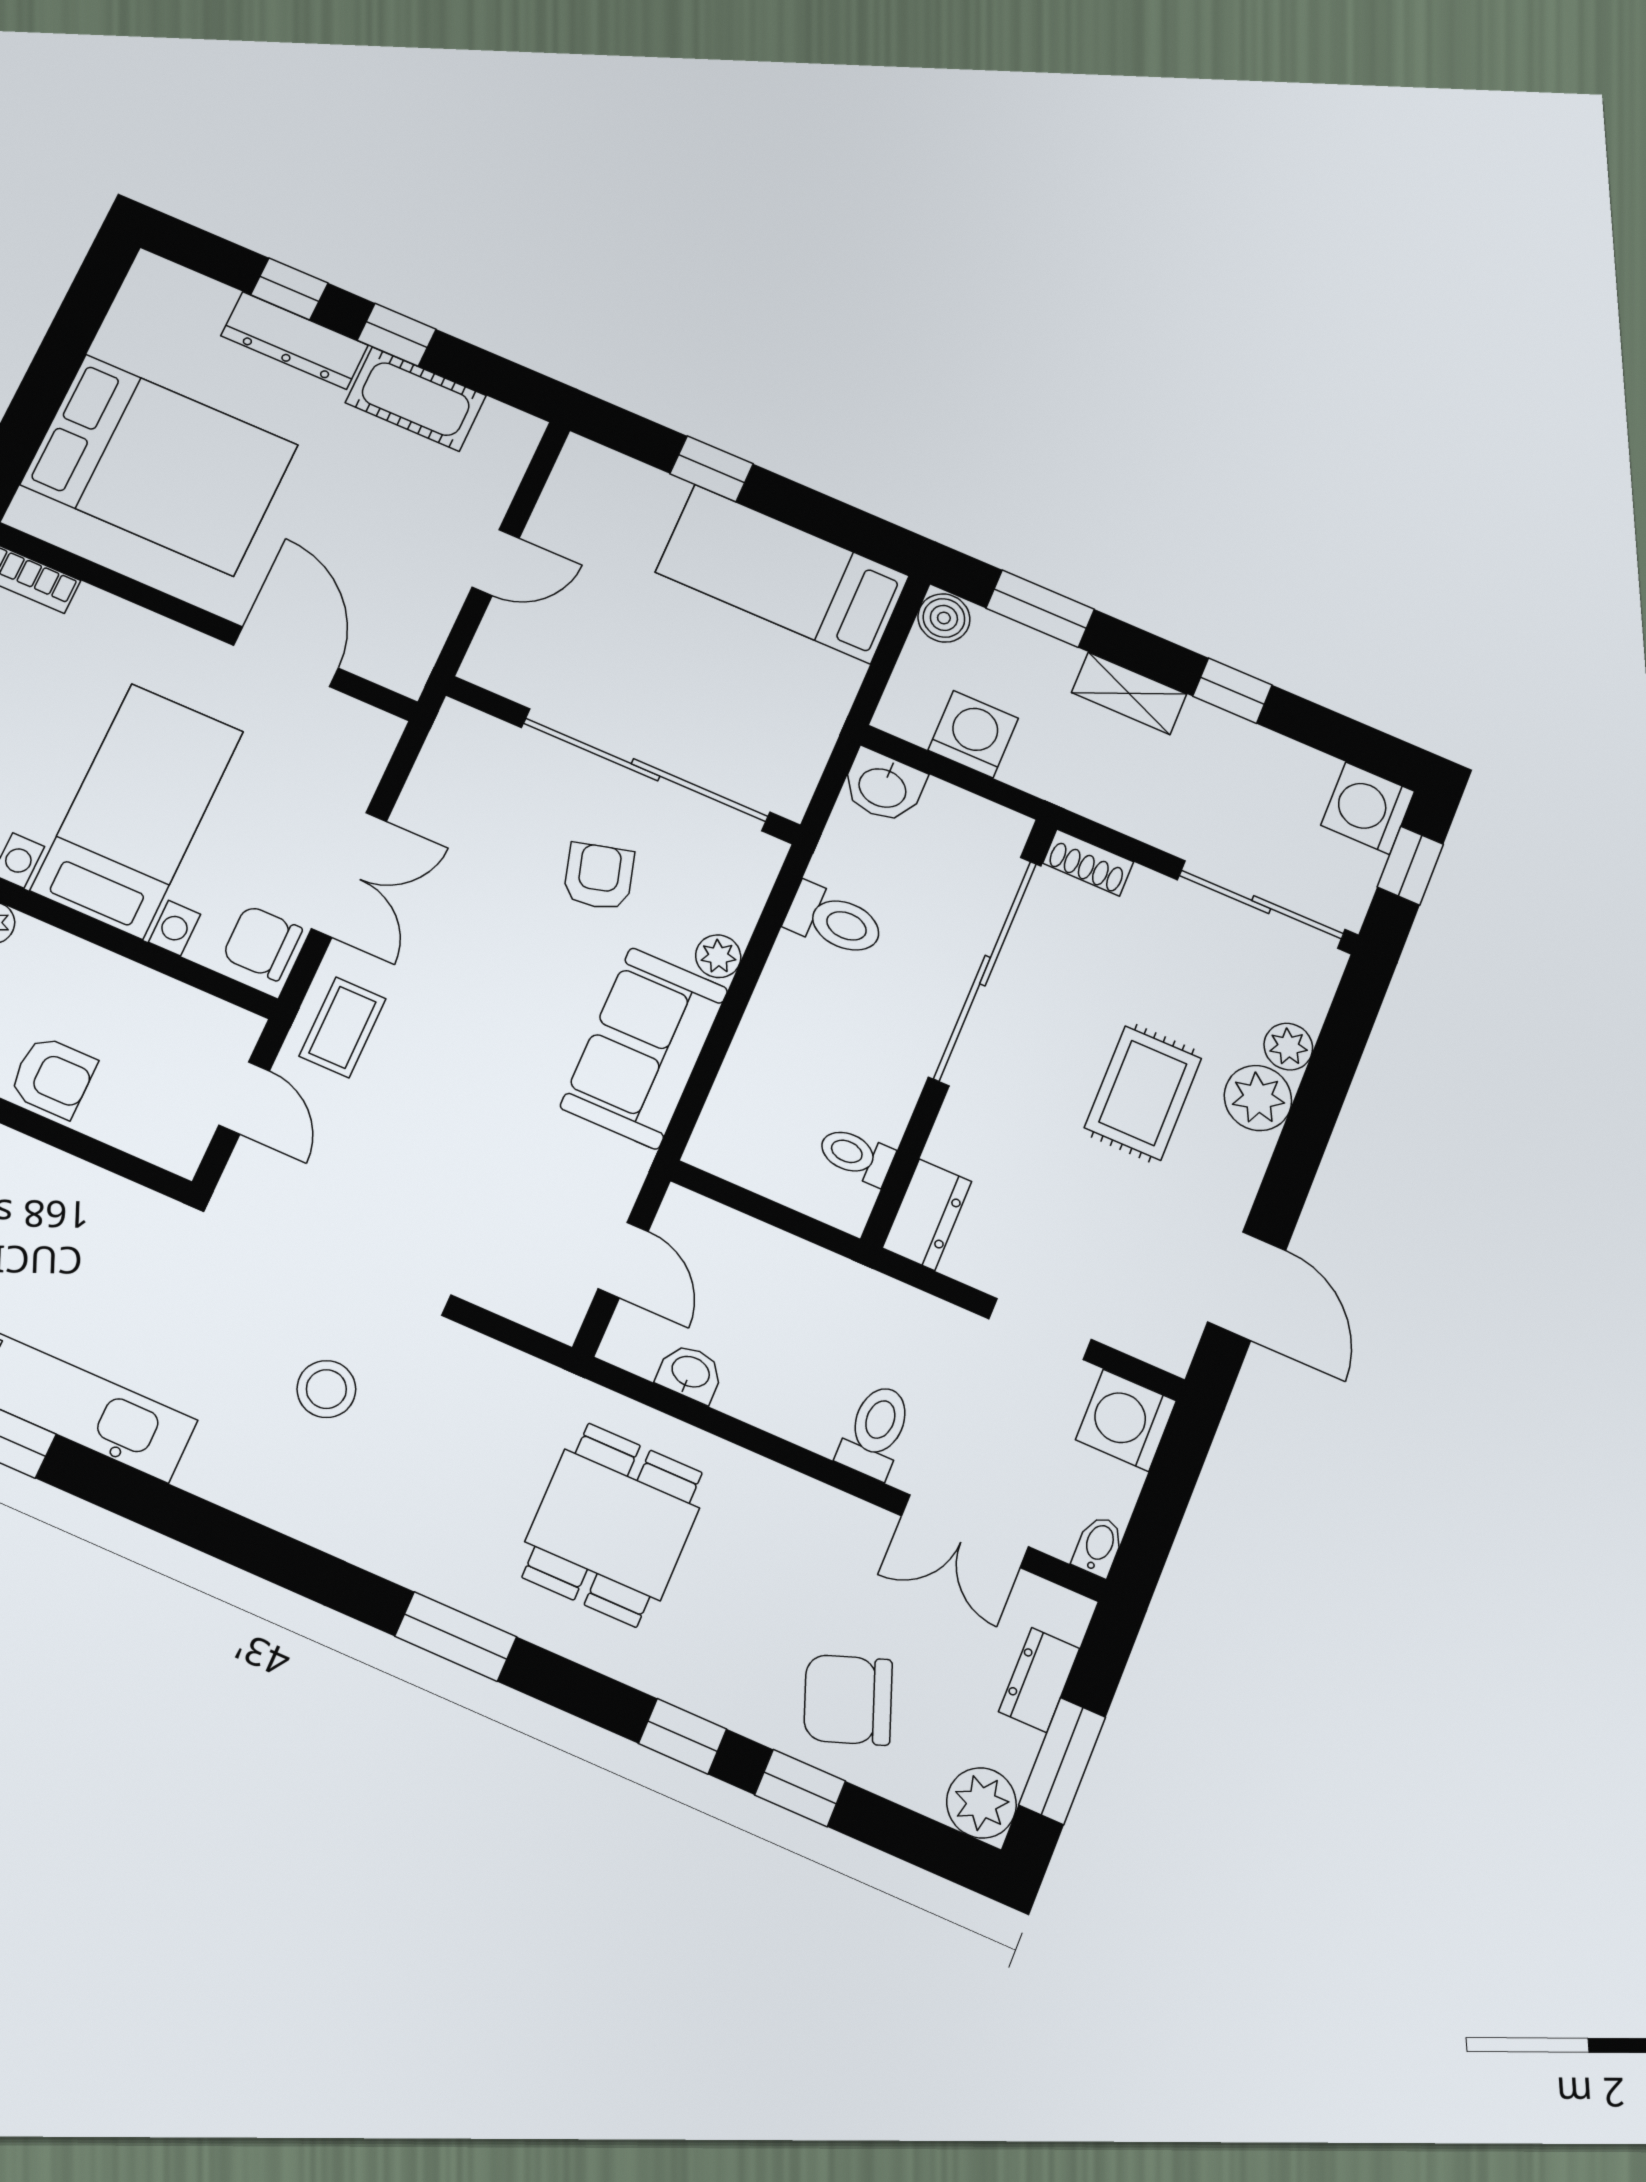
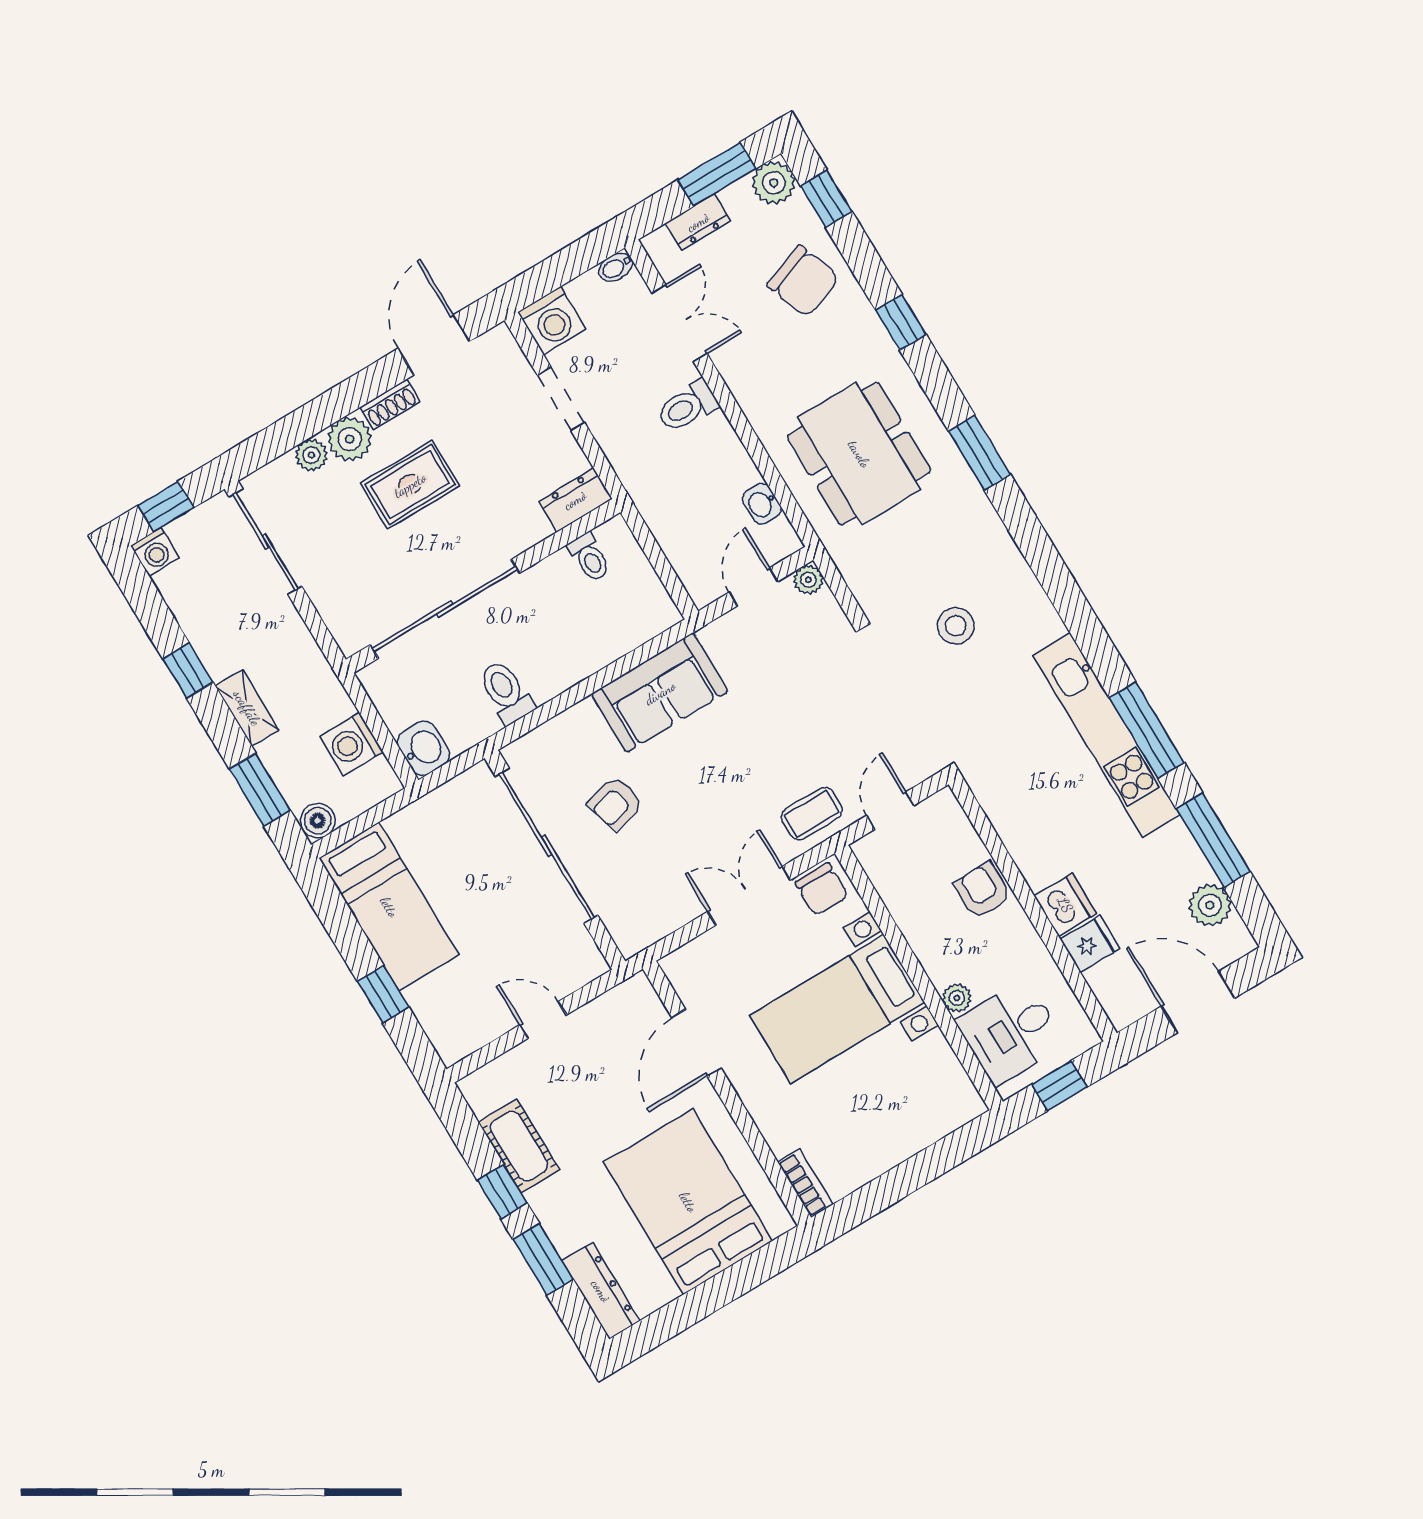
window: (289, 289) -> (543, 1259), width x1.50
dresser: (295, 340) -> (601, 1291), moved
washing machine: (1368, 808) -> (155, 552), width x0.73, depth x0.73
shoe rack: (1088, 863) -> (390, 405), moved, turned 90
plant: (718, 956) -> (808, 580), moved
dining table: (612, 1525) -> (859, 454), width x1.38
window: (800, 1788) -> (826, 199), moved

